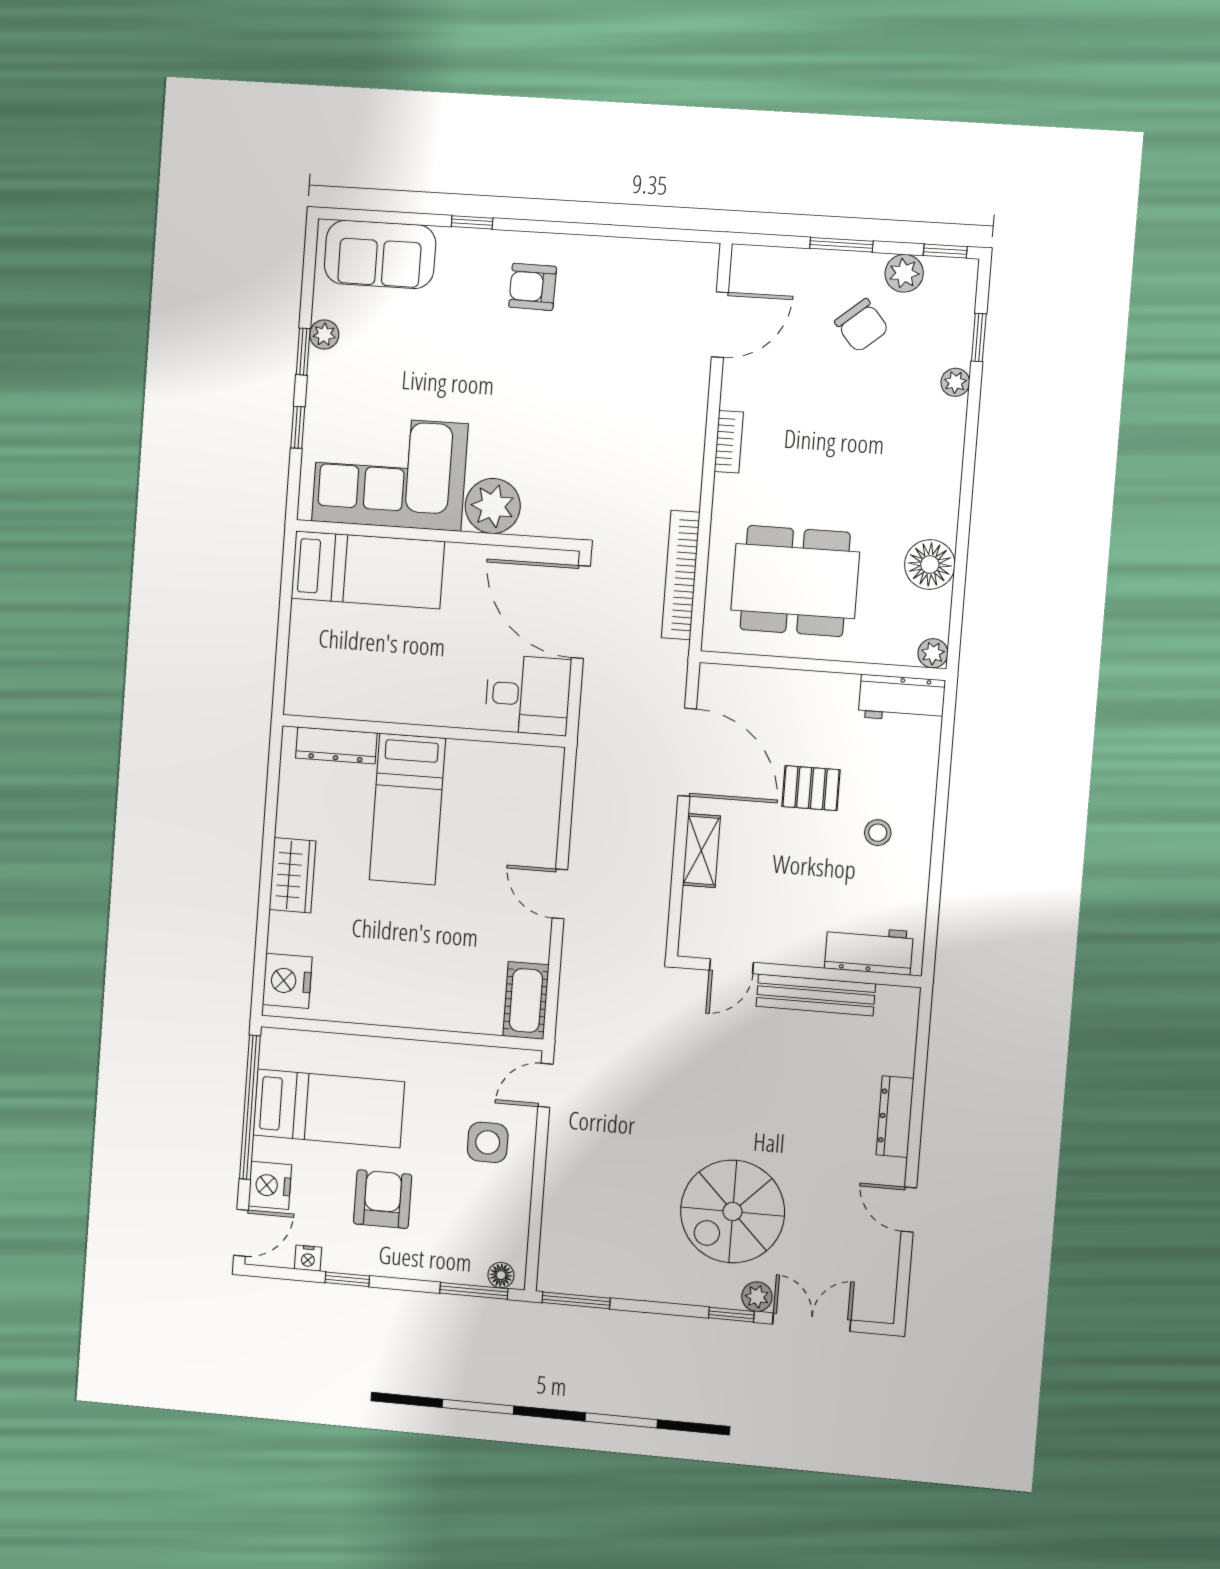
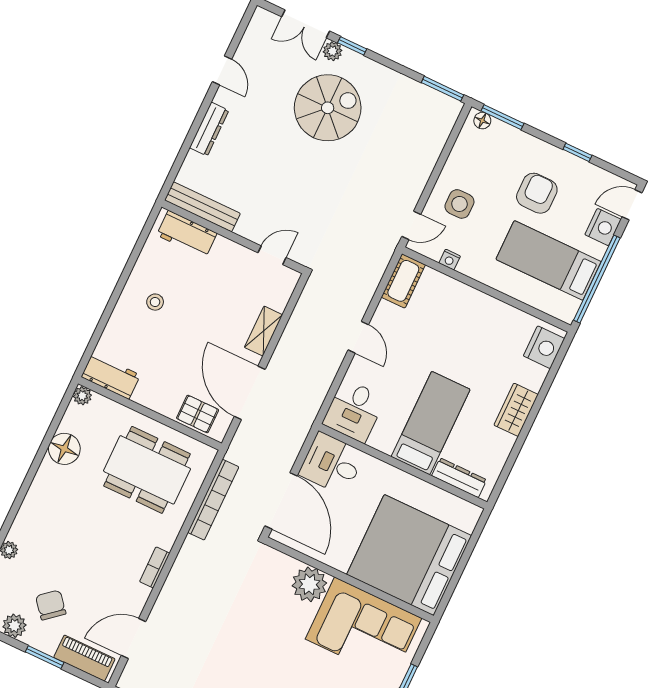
piano: (782, 267) -> (84, 658), added
bed: (368, 570) -> (409, 555), width x2.04
desk: (525, 785) -> (354, 411), added
pallet: (811, 788) -> (198, 414), moved
bench: (816, 995) -> (202, 207), moved
armchair: (383, 1199) -> (537, 193), turned 180
nightstand: (308, 1258) -> (450, 260), moved, turned 180

